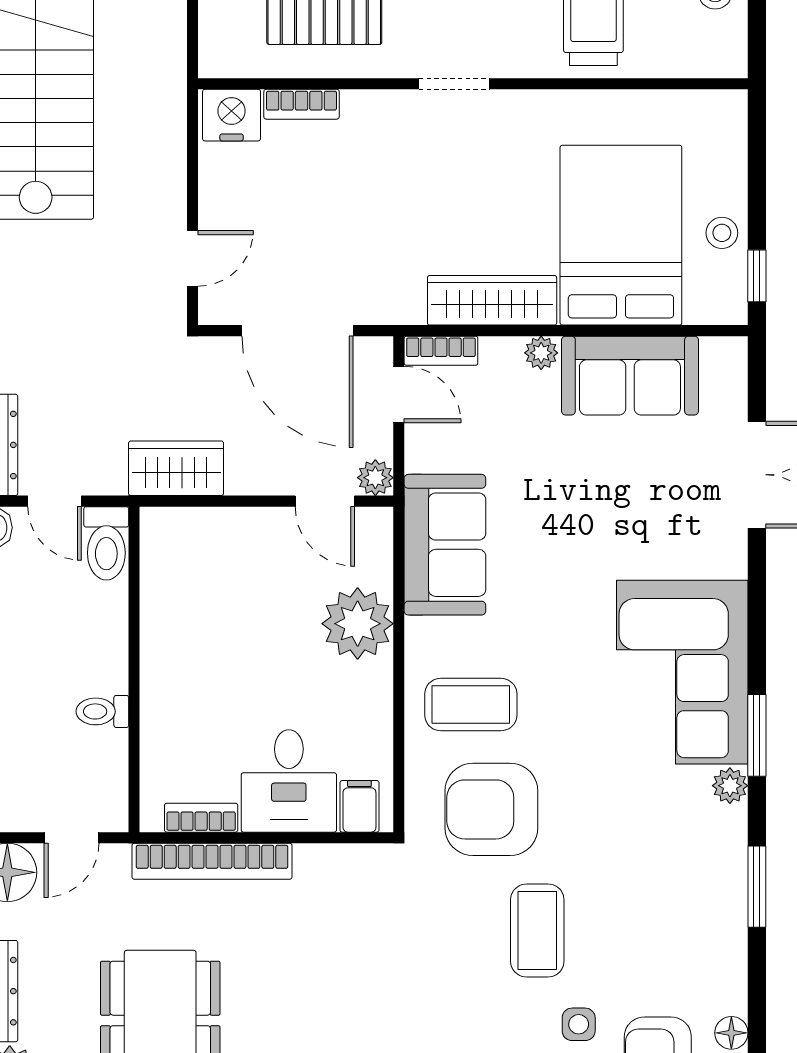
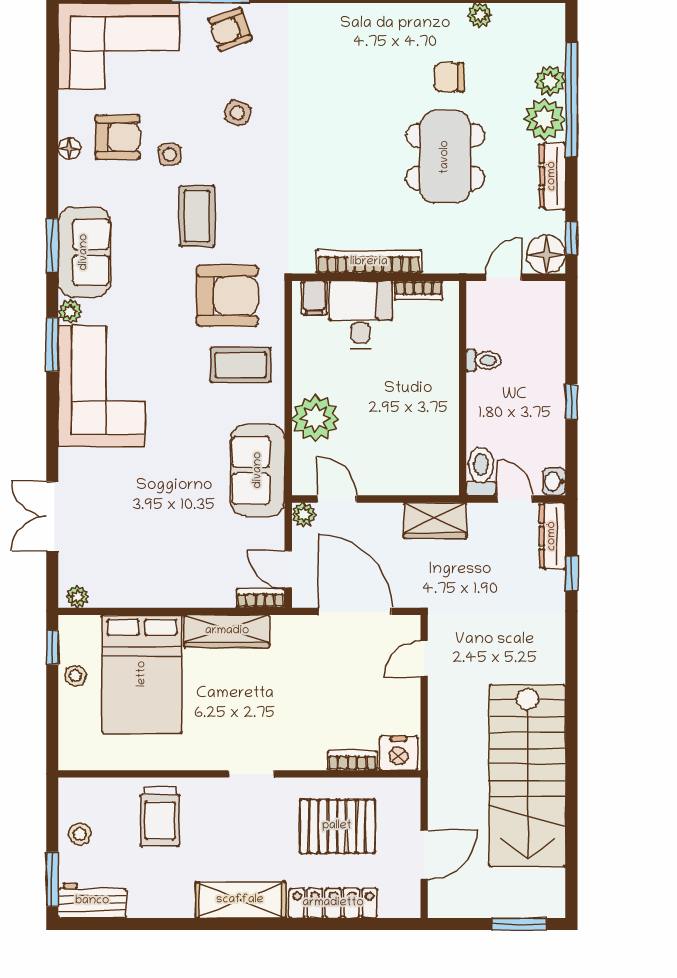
plant: (541, 353) -> (77, 597), moved
sofa: (630, 376) -> (84, 252), moved, turned 90
bookcase: (212, 861) -> (369, 262), moved

